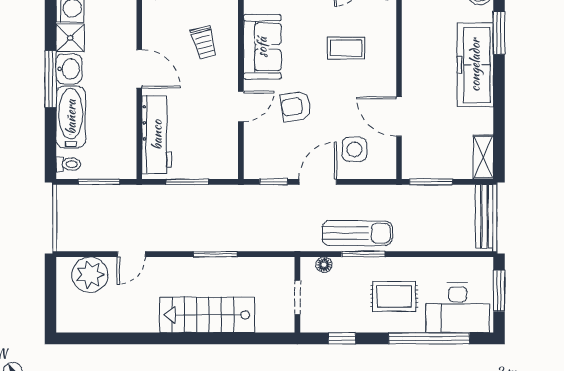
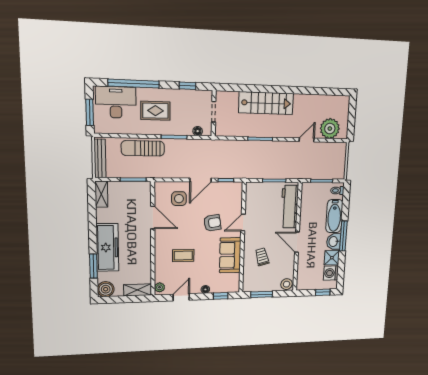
sun lounger: (357, 233) -> (143, 148), moved

